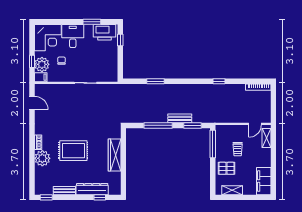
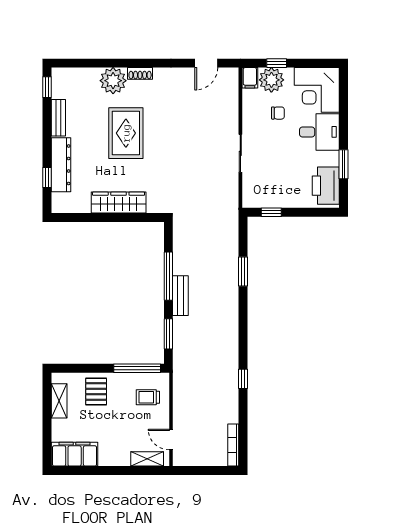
window: (120, 40) -> (271, 212), moved
bench: (180, 118) -> (180, 296), moved
trolley: (238, 149) -> (148, 397), moved

